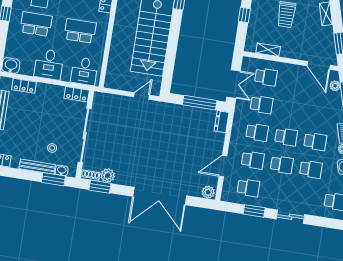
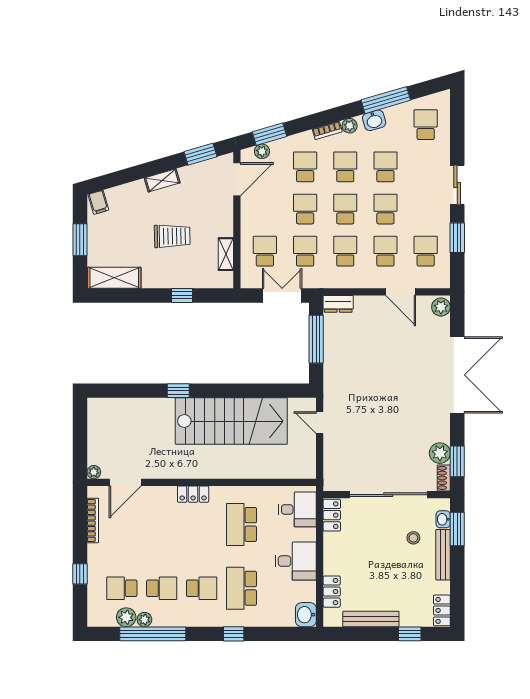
school desk: (291, 109) -> (305, 209), added
school desk: (320, 114) -> (305, 167), added

